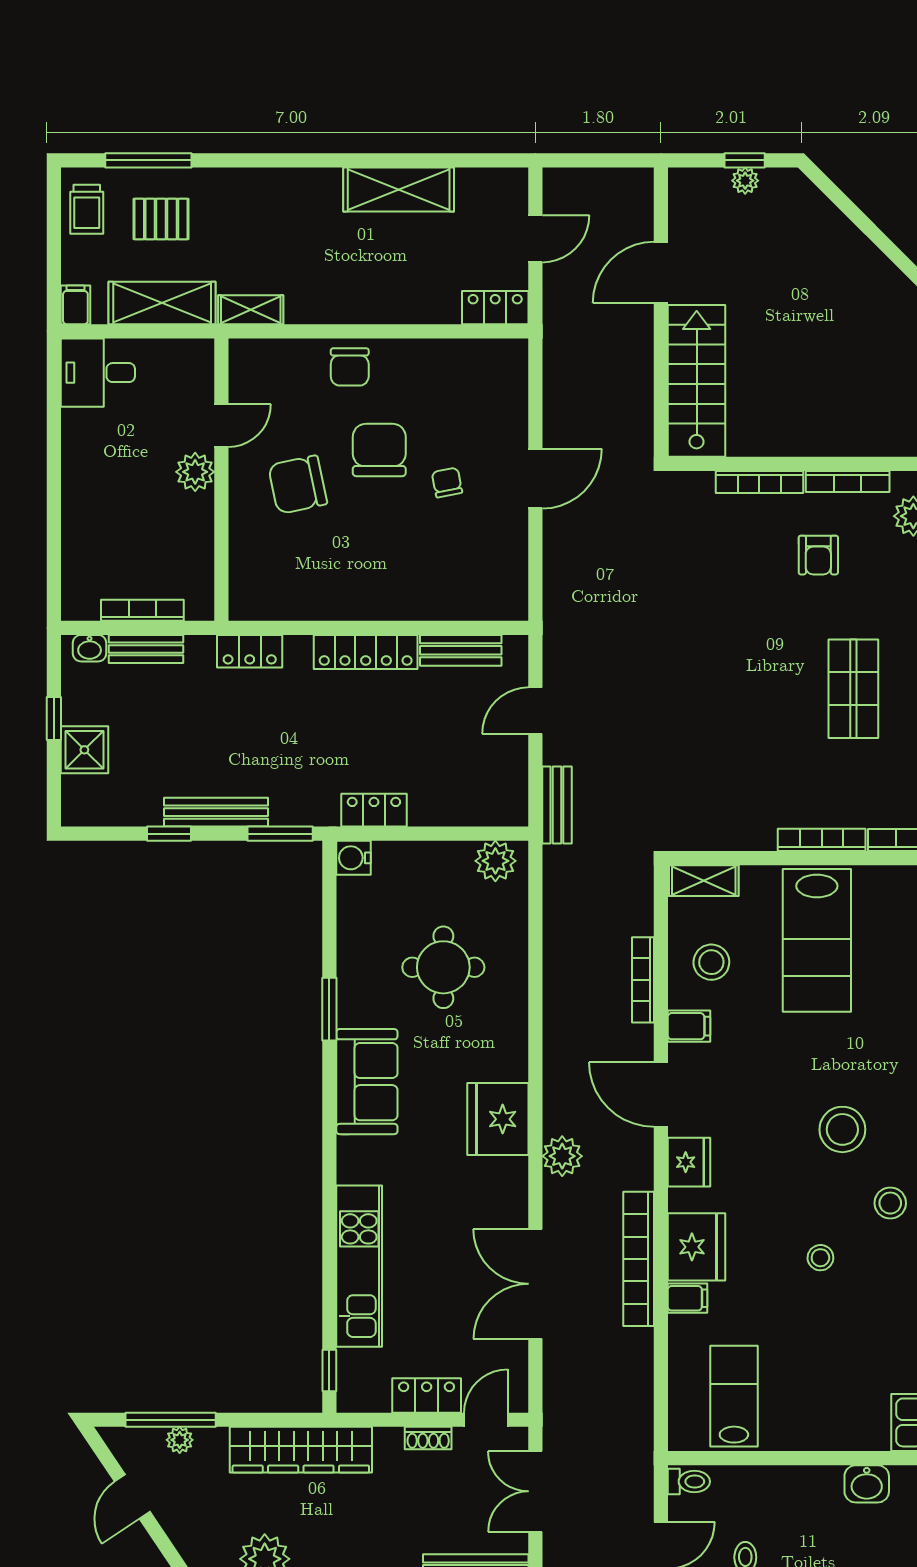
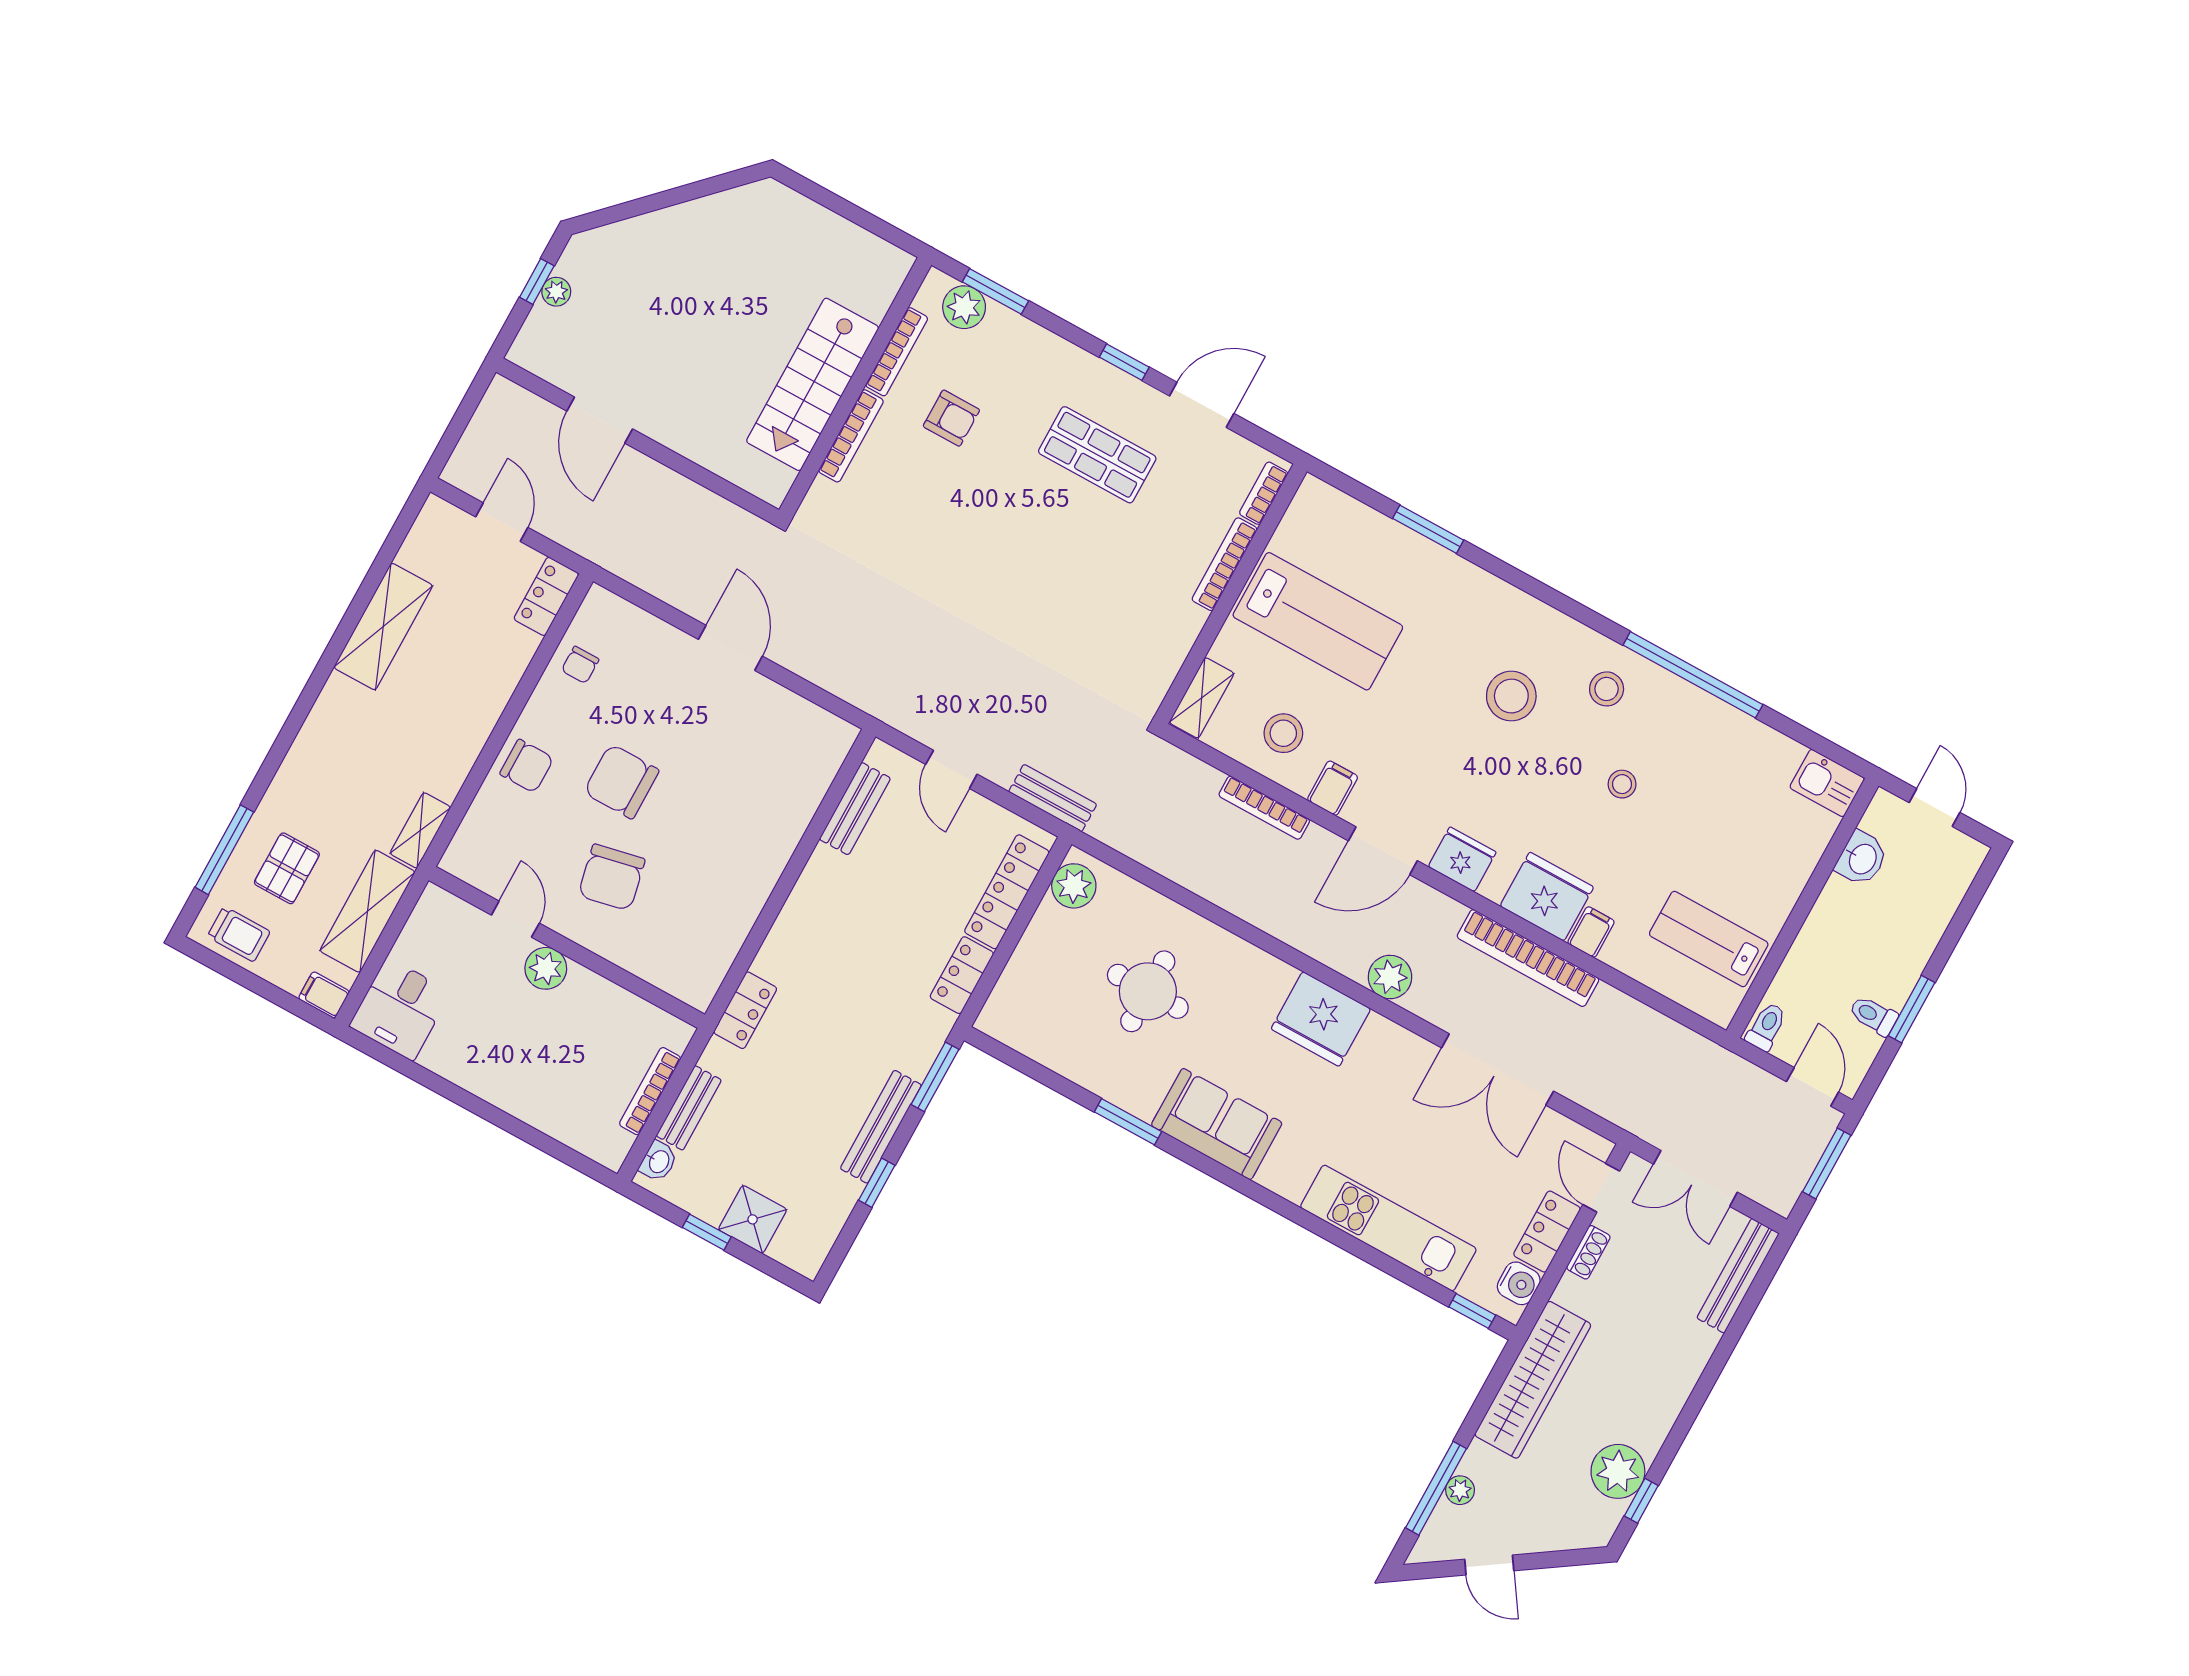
stairs: (697, 381) -> (813, 384), moved, turned -90
chair: (447, 482) -> (580, 665), moved, turned -79
locker: (366, 652) -> (1007, 892), moved, turned 180
water cooler: (354, 858) -> (1519, 1283), moved, turned -90

